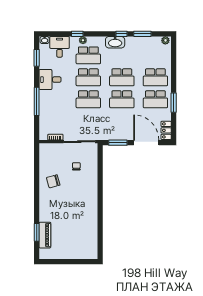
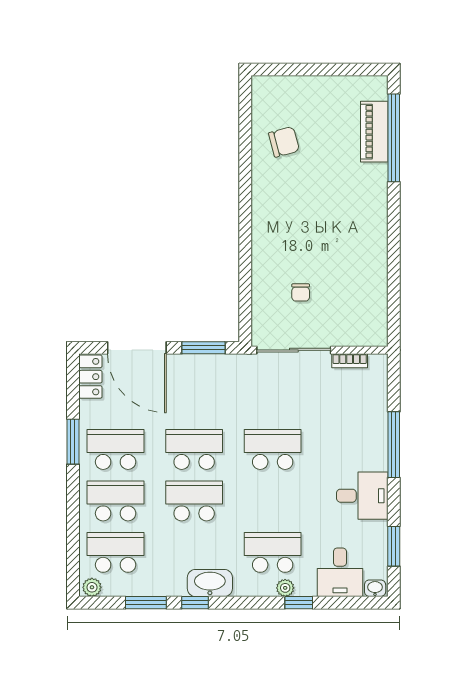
school desk: (88, 77) -> (116, 552), moved
chair: (53, 181) -> (284, 142), moved
window: (37, 232) -> (394, 138), width x2.11

